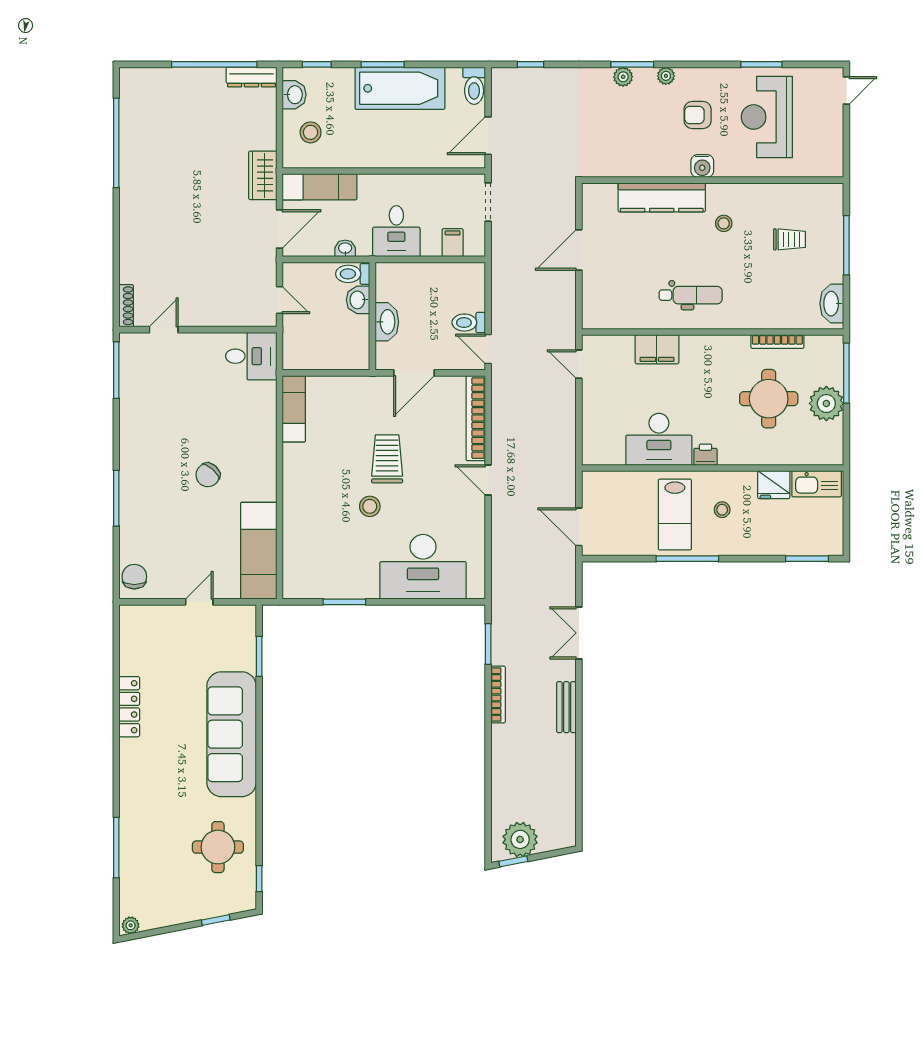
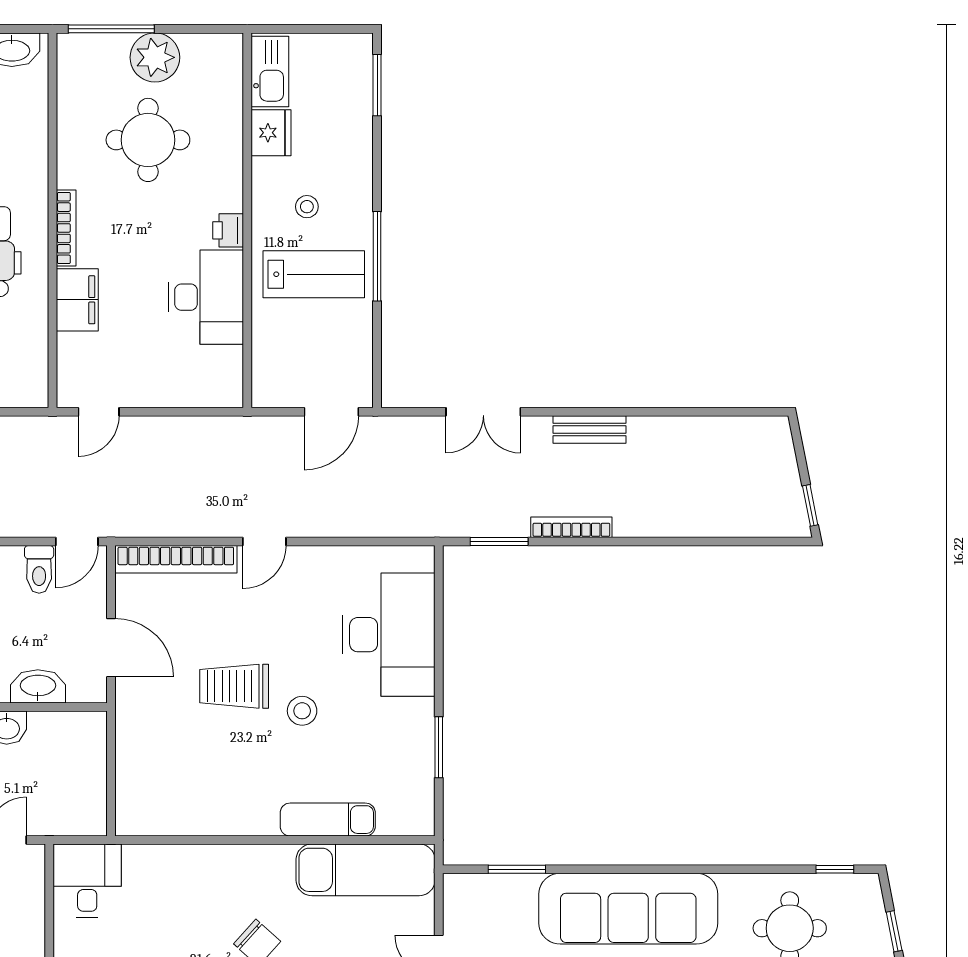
bookcase: (777, 342) -> (66, 228), moved
exam couch: (294, 409) -> (328, 820), moved
plant: (520, 839) -> (779, 496), removed

